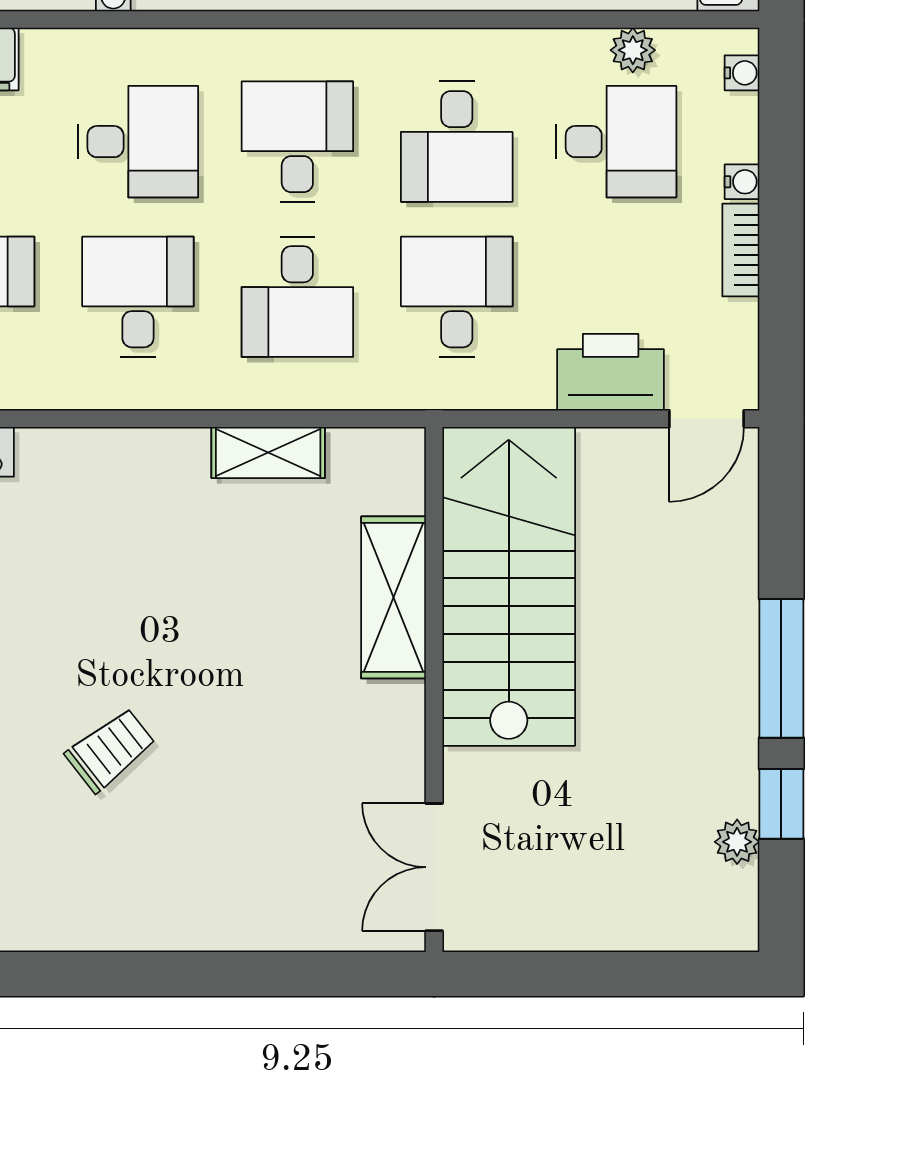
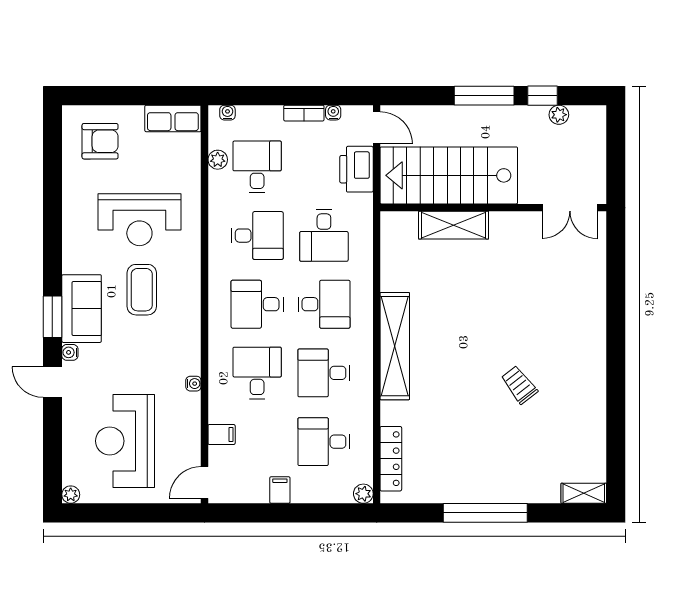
water cooler: (742, 182) -> (333, 113), moved
desk: (457, 297) -> (324, 236), turned -90
shelving: (268, 453) -> (395, 346), width x2.20, depth x1.33
stairs: (509, 586) -> (449, 175), moved
shelving: (393, 597) -> (454, 225), moved
wall: (434, 690) -> (493, 208), moved
double door: (434, 867) -> (570, 208), moved

